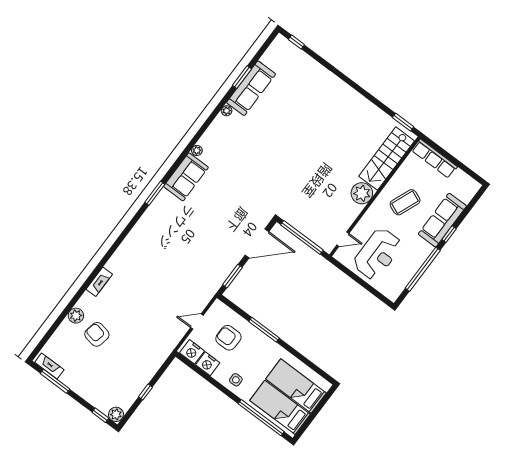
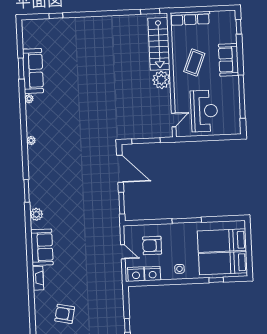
window: (296, 42) -> (56, 16), moved
sofa: (186, 177) -> (42, 247), moved
sofa: (442, 220) -> (228, 60), width x0.73
window: (449, 234) -> (239, 27), moved
window: (302, 237) -> (146, 141), width x0.68
door: (257, 243) -> (120, 169), hinge flipped
plant: (76, 316) -> (36, 214), moved
door: (197, 321) -> (123, 252), swing flipped
window: (264, 330) -> (187, 220), moved
window: (261, 418) -> (216, 280), width x0.32

